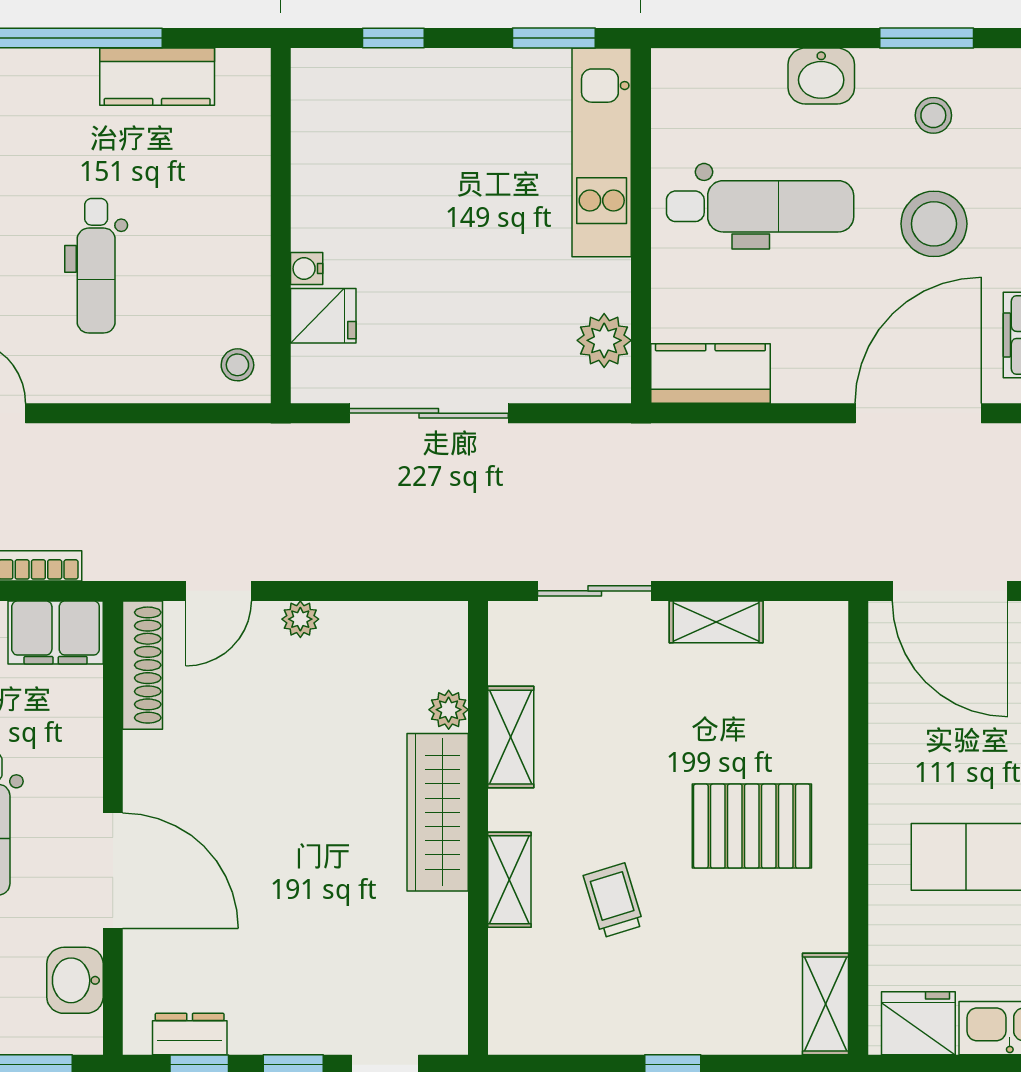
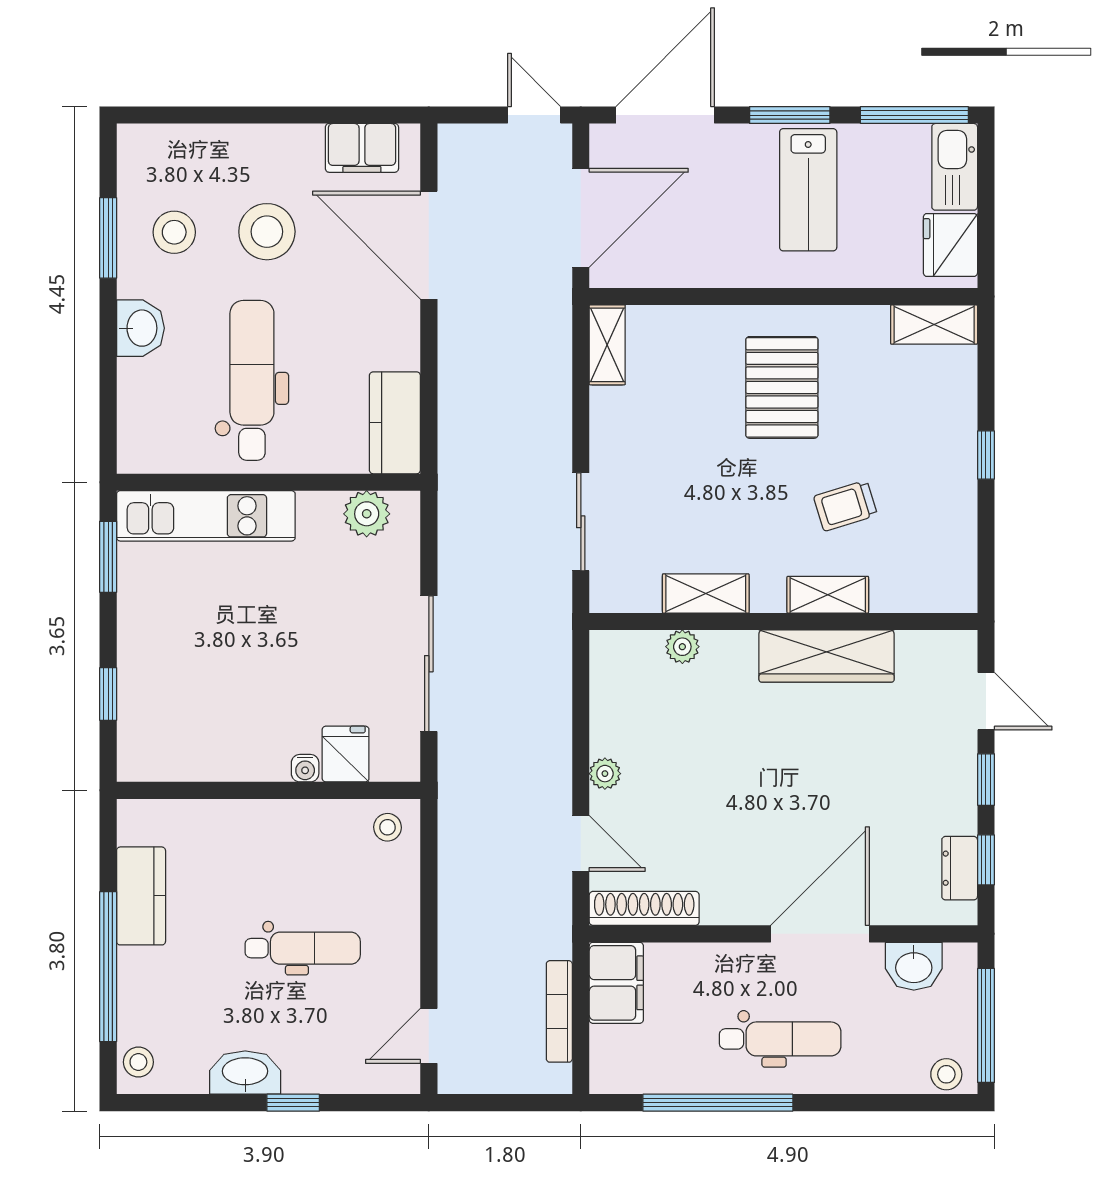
stool: (933, 115) -> (174, 232), width x1.37, depth x1.37
shelving: (716, 622) -> (607, 345), moved
wardrobe: (438, 812) -> (827, 656), moved

